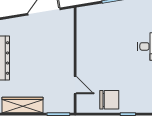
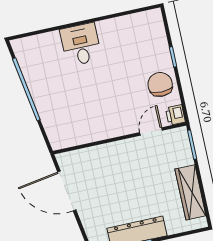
printer: (84, 106) -> (175, 115), added

